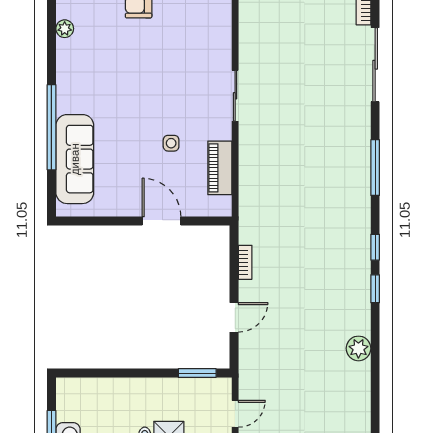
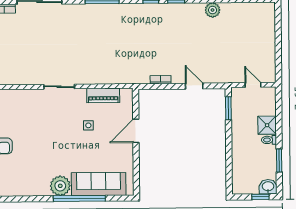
plant: (65, 29) -> (60, 186), moved, width x1.87, depth x1.87

